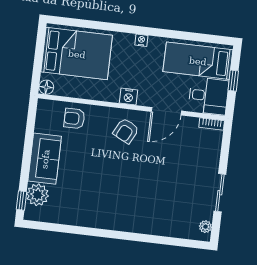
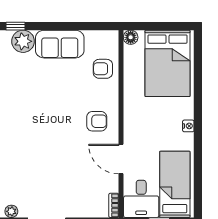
nightstand: (128, 97) -> (131, 120), removed
armchair: (74, 119) -> (103, 69), turned -90
armchair: (126, 131) -> (97, 121), turned 153

